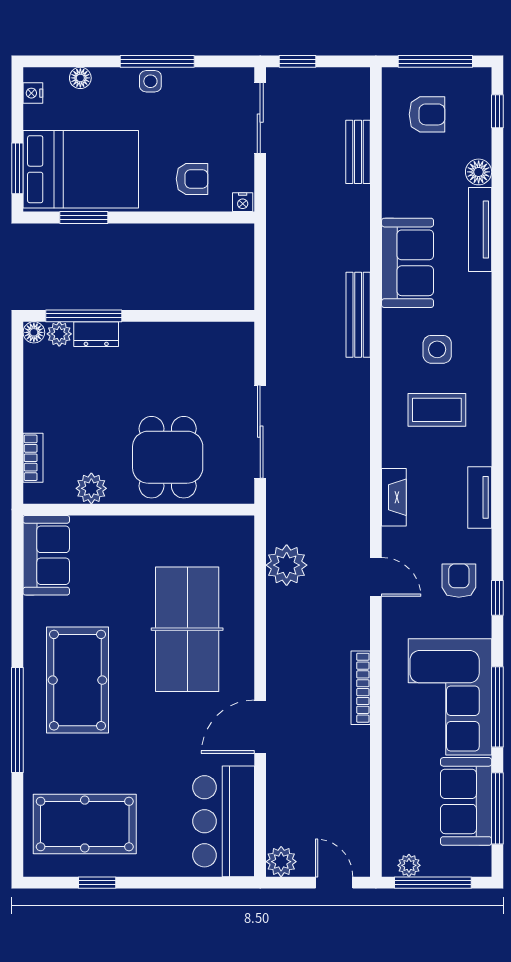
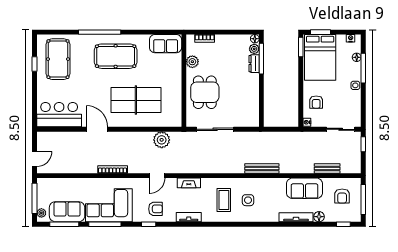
window: (157, 61) -> (363, 68), moved
window: (84, 218) -> (301, 47), moved
sofa: (408, 263) -> (304, 188), moved
dining table: (168, 457) -> (205, 92), turned 90
plant: (281, 862) -> (43, 138), removed
plant: (409, 865) -> (41, 213), moved

